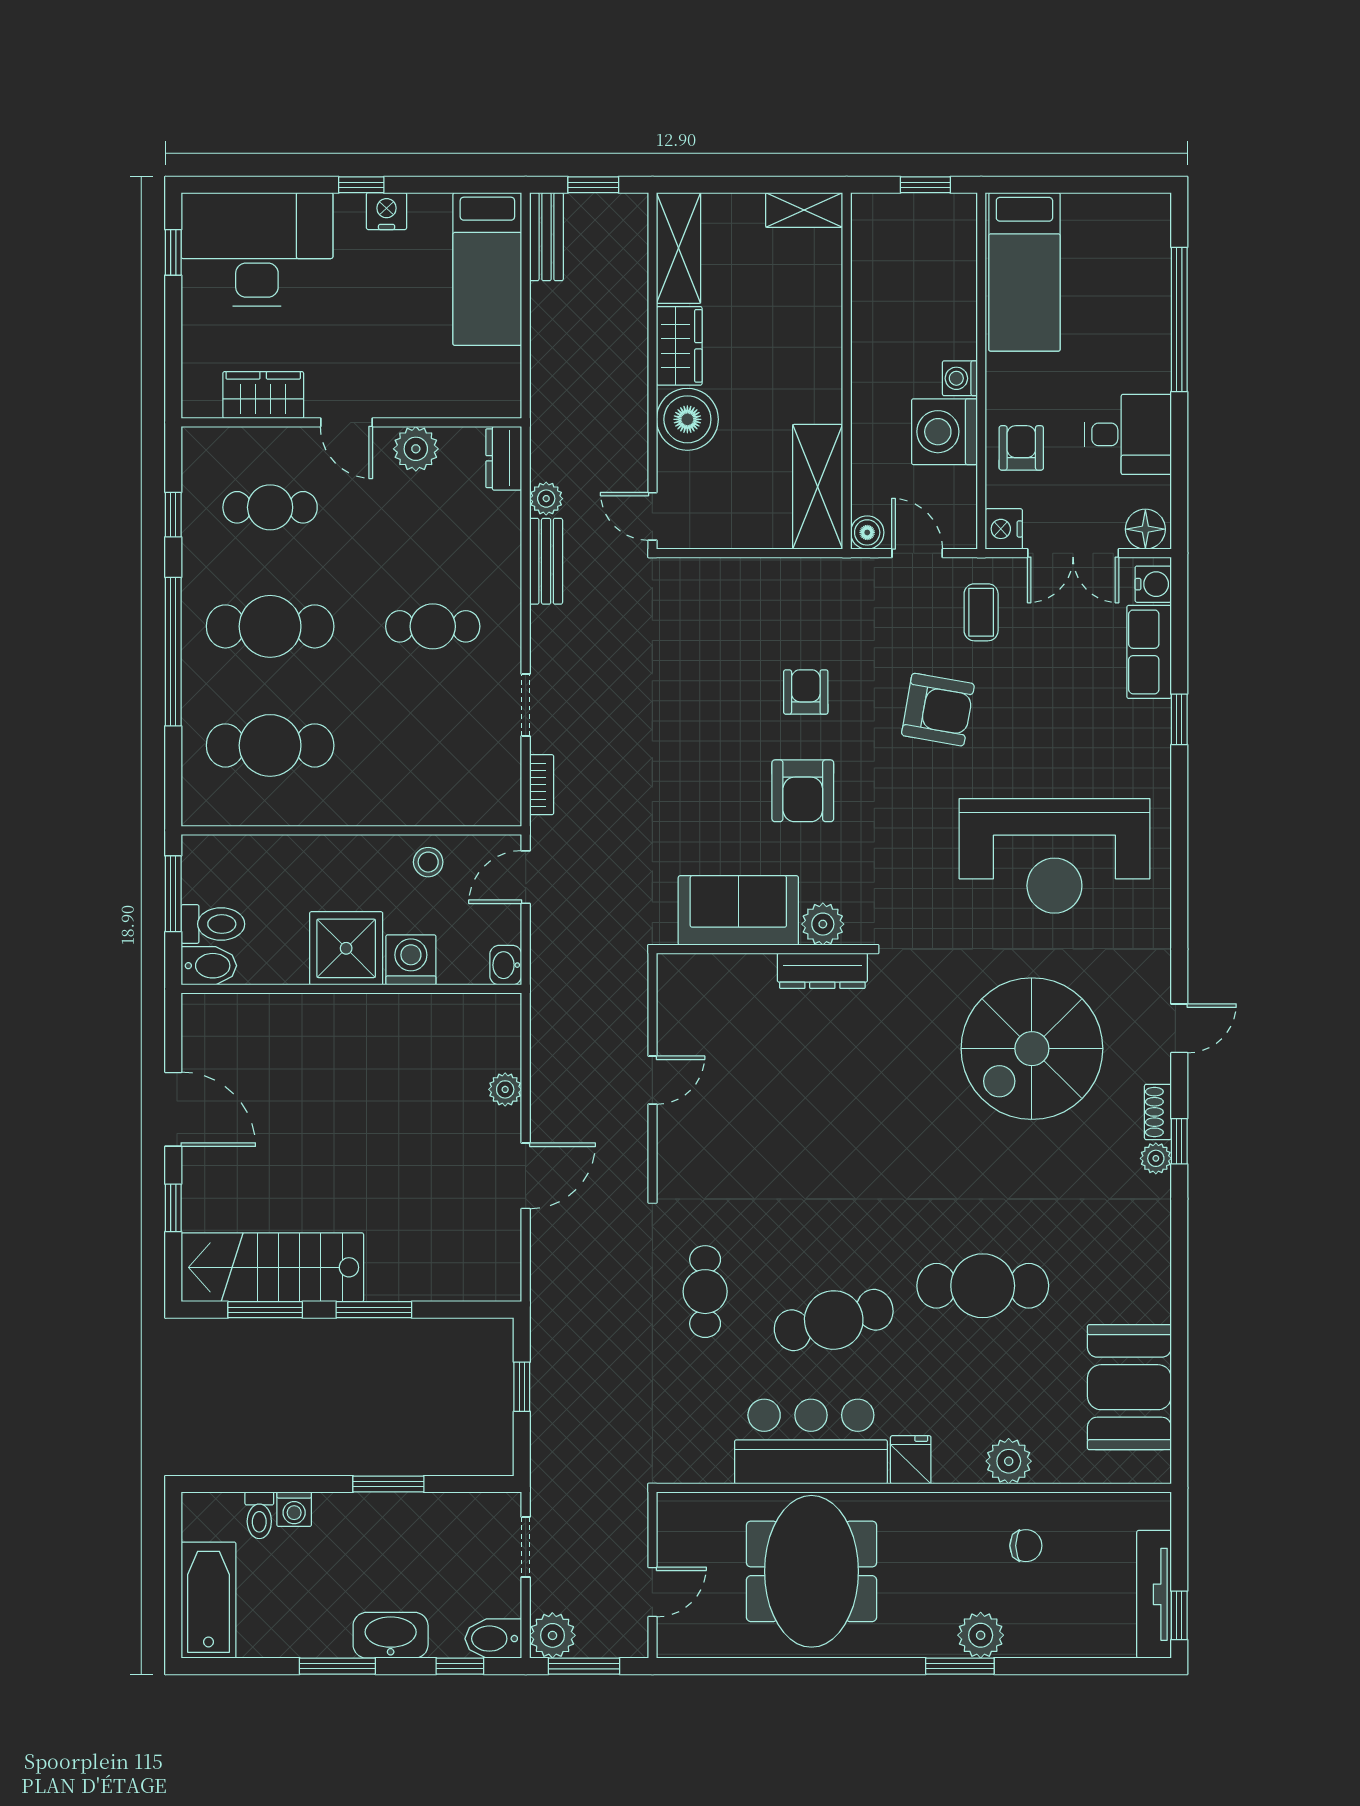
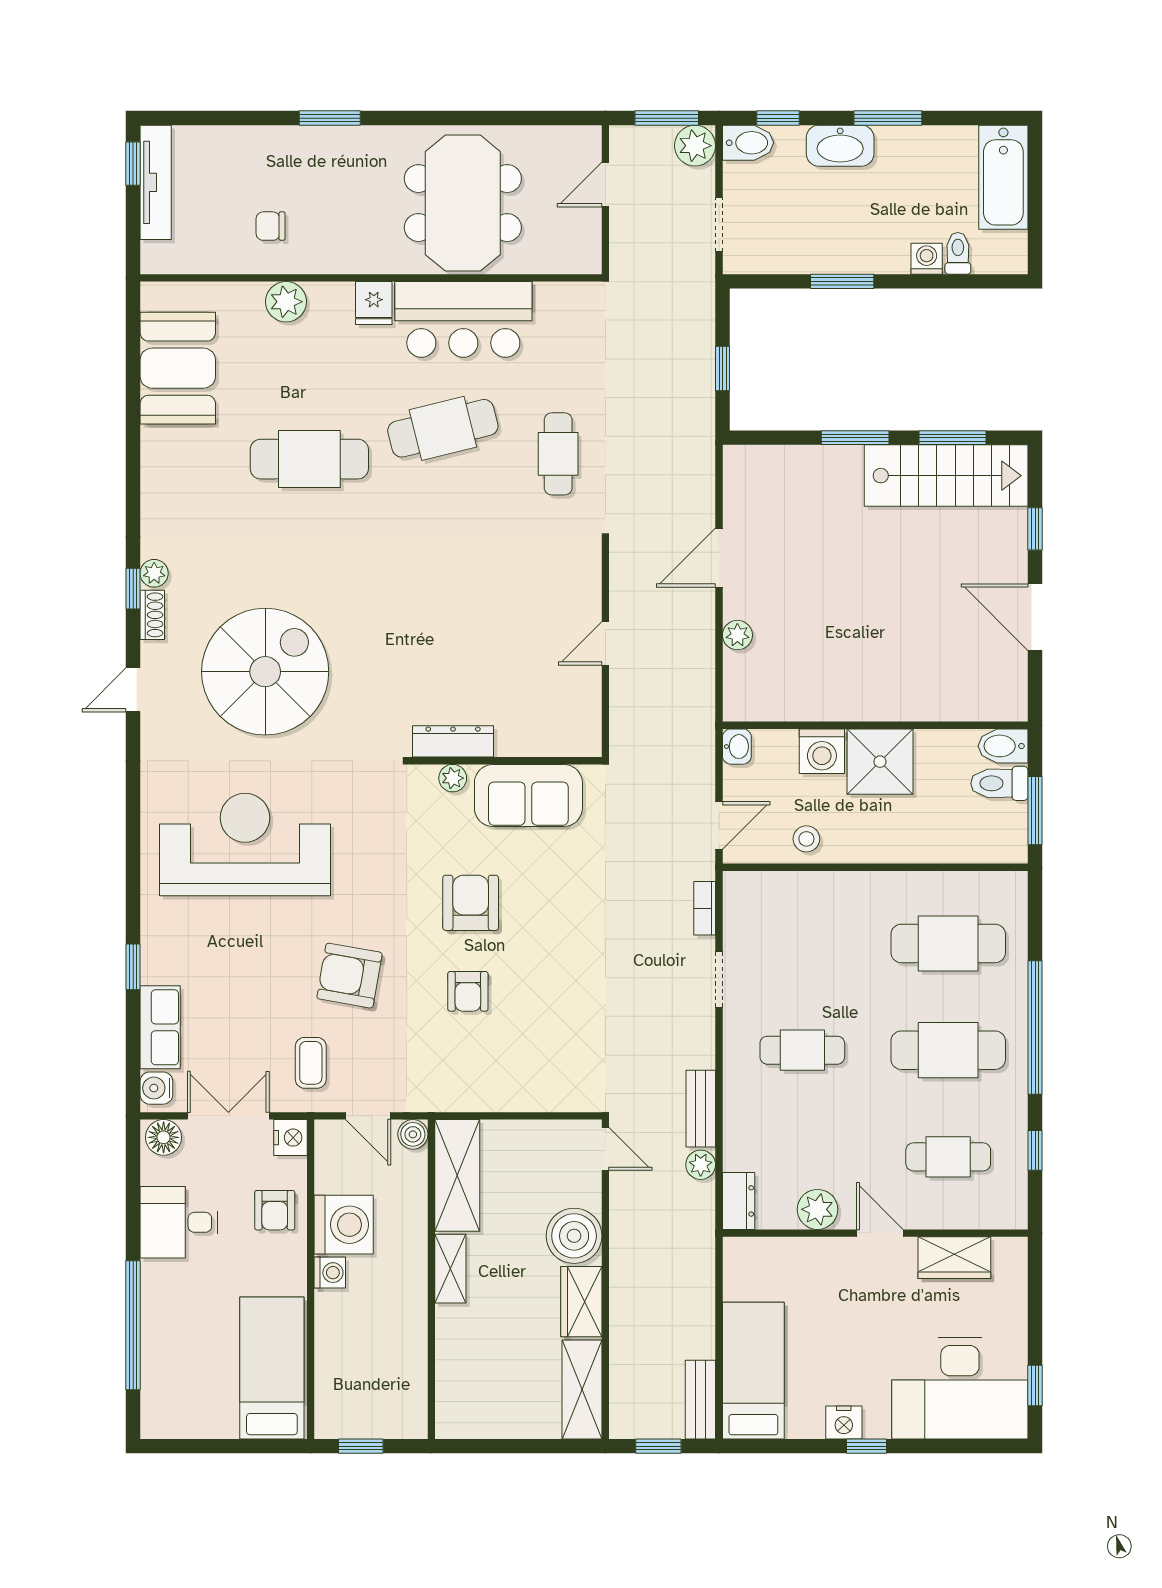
shelving: (804, 210) -> (450, 1269), moved, turned 90
plant: (823, 924) -> (453, 778), width x0.73, depth x0.73
plant: (981, 1635) -> (311, 146), removed

